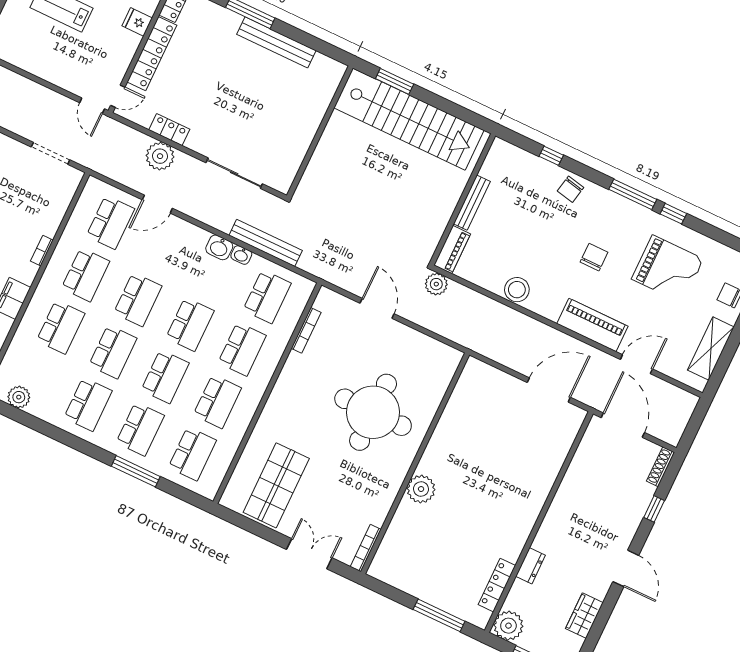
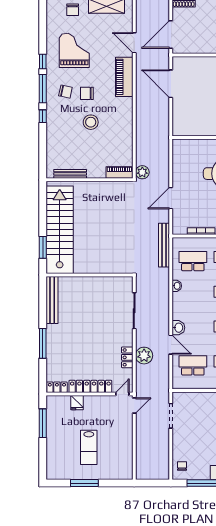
bench: (276, 42) -> (52, 300), moved
door: (118, 96) -> (122, 394), hinge flipped
window: (551, 156) -> (43, 116), moved
chair: (570, 189) -> (65, 92), moved
bench: (472, 203) -> (70, 174), moved
bench: (266, 243) -> (164, 245), moved
washbasin: (219, 247) -> (178, 328), moved
stool: (517, 290) -> (91, 122), moved

